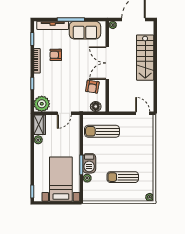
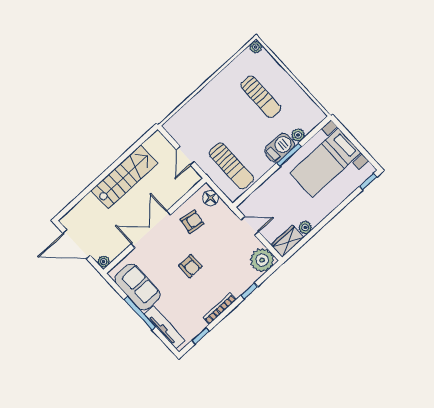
armchair: (56, 55) -> (190, 266), moved
stairs: (145, 58) -> (124, 177), moved
double door: (107, 63) -> (151, 229), swing flipped
door: (143, 113) -> (185, 156), moved

